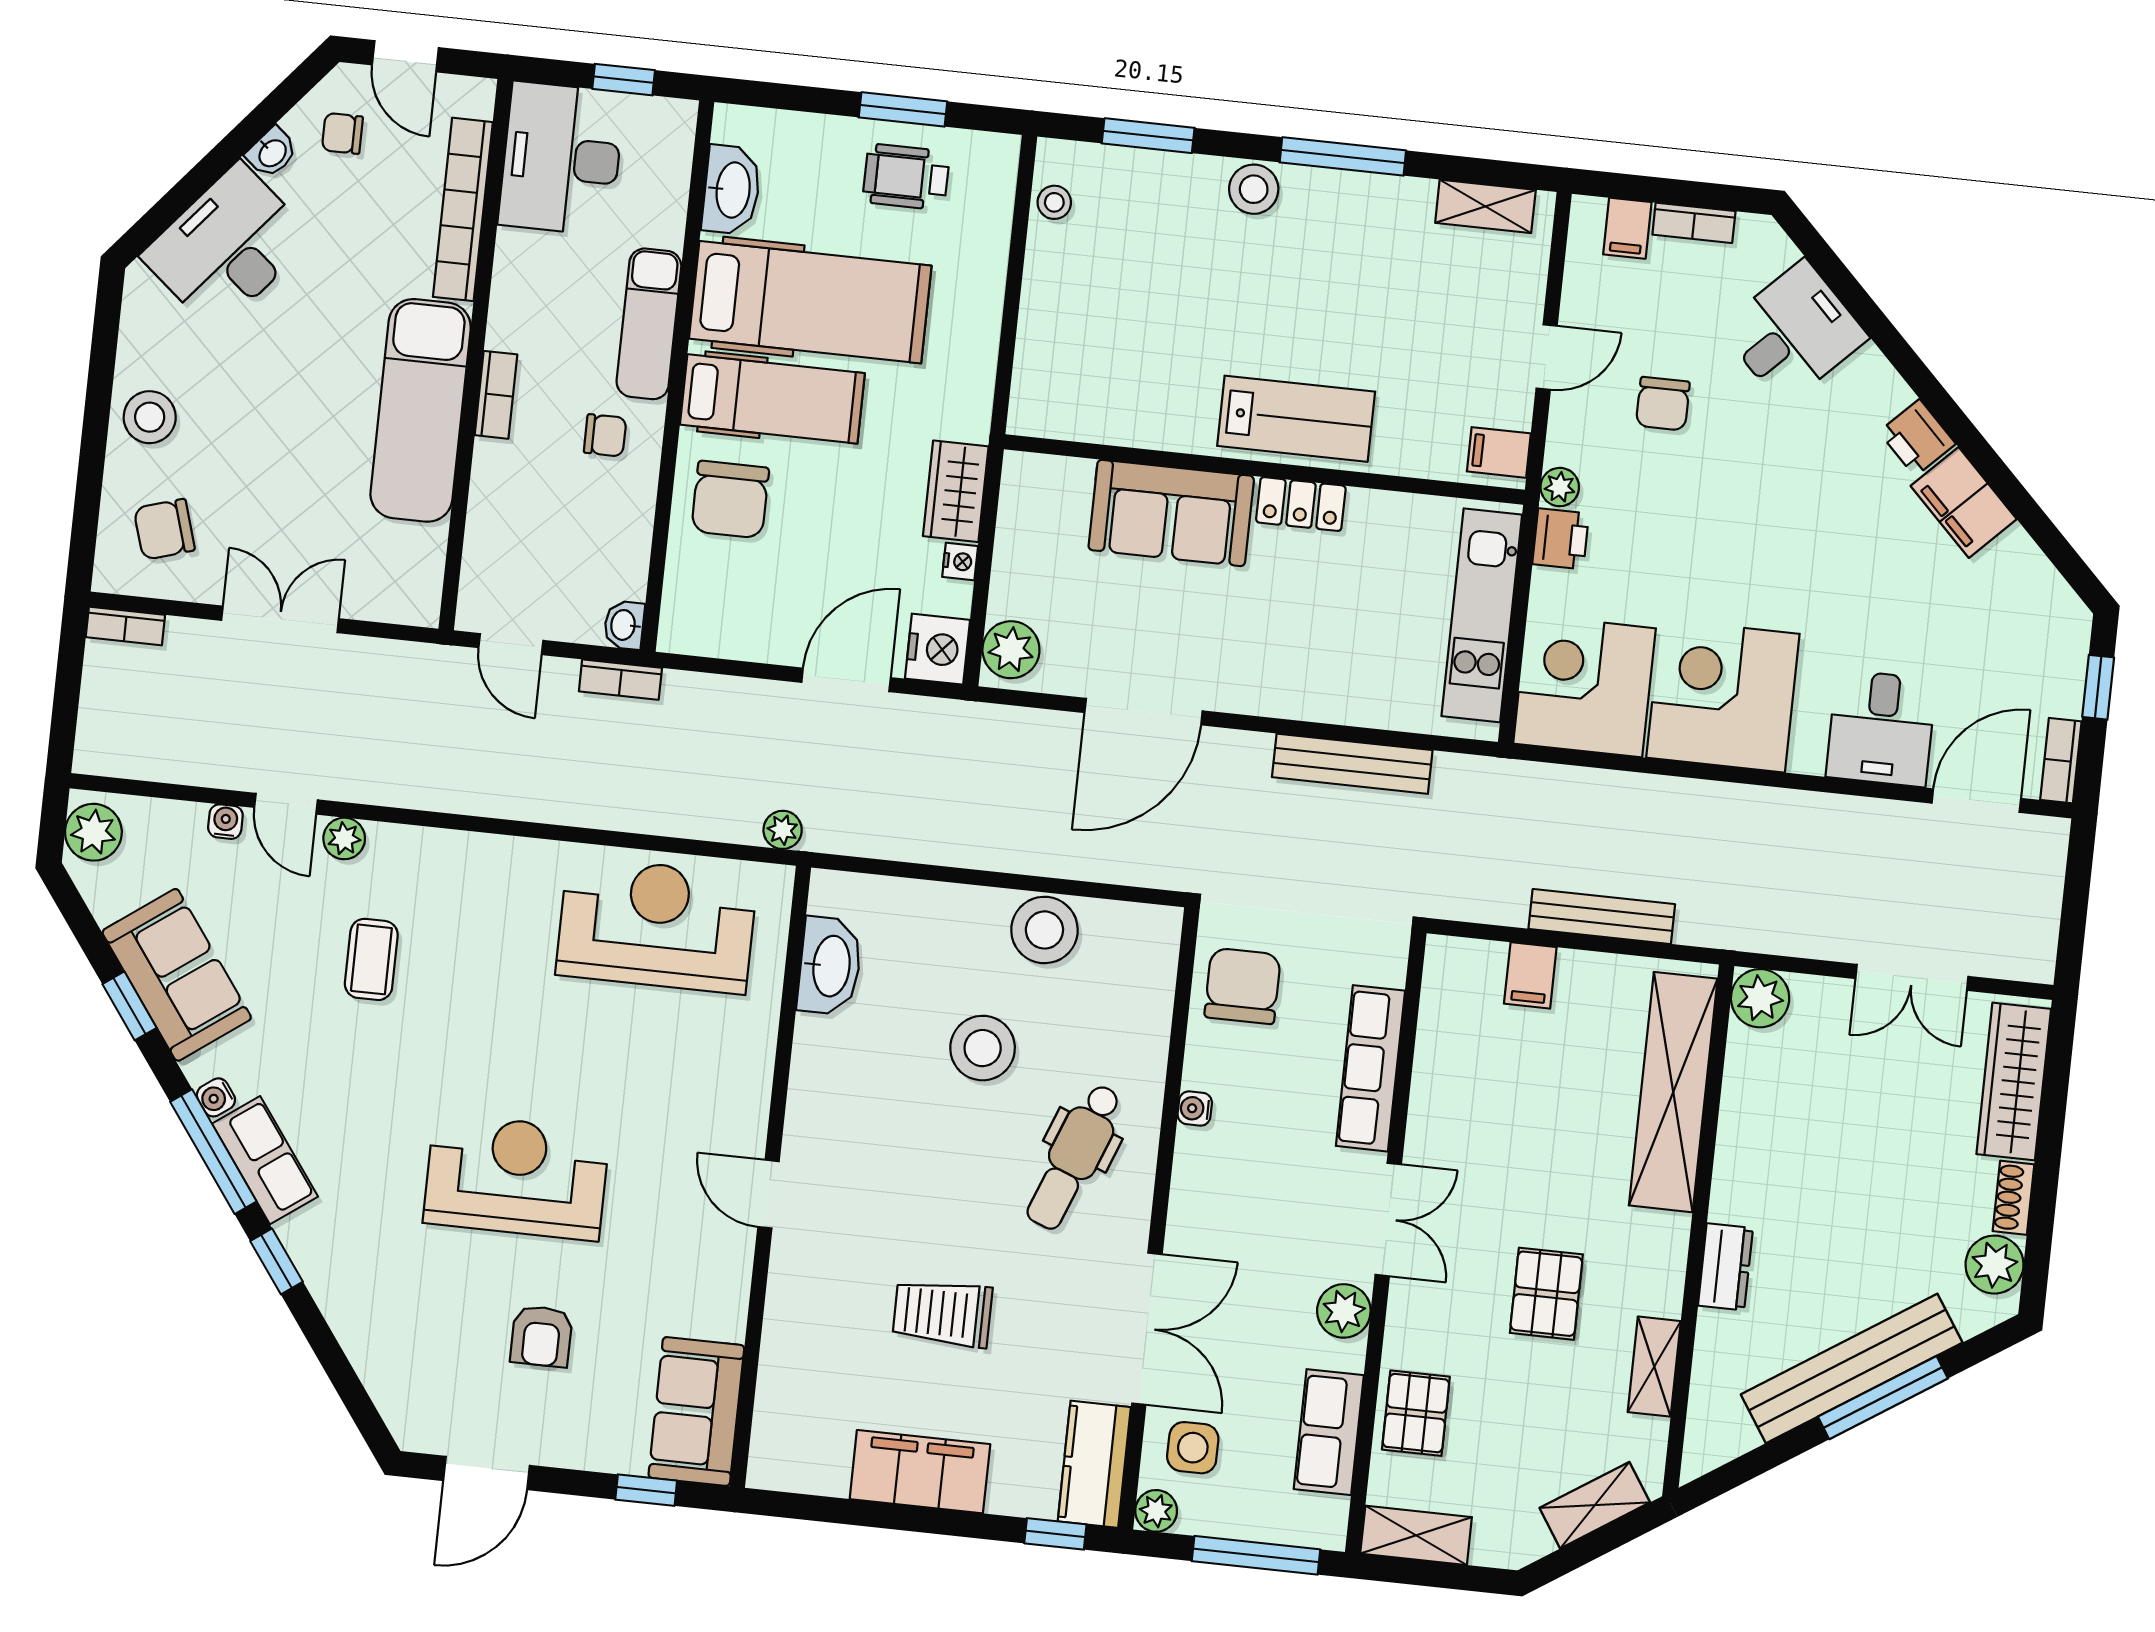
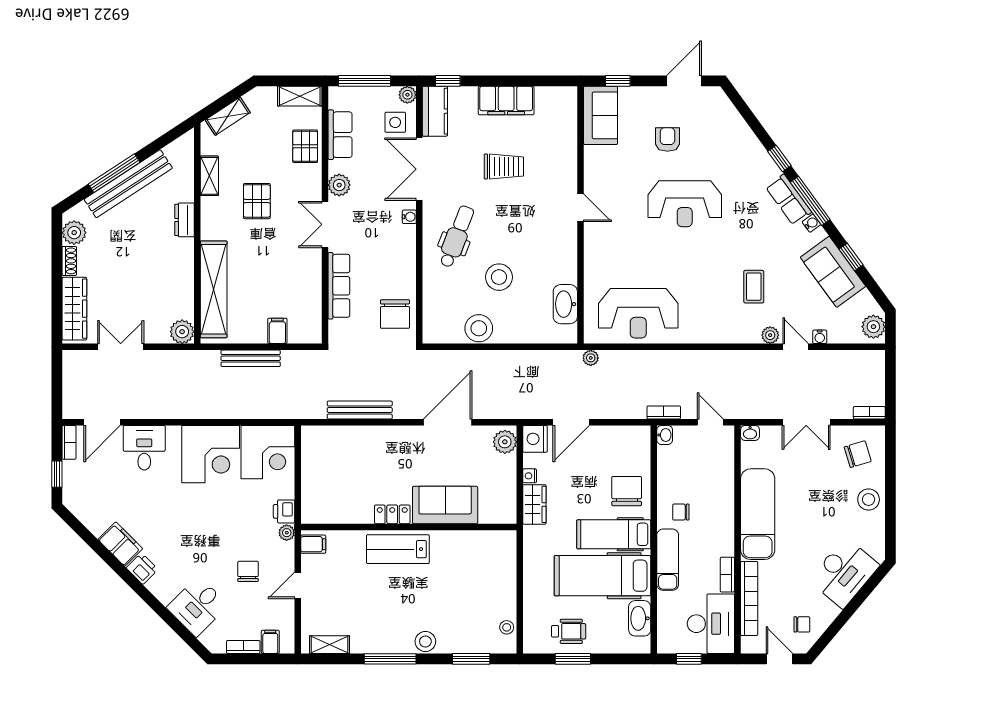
washbasin: (272, 152) -> (750, 433), moved, turned -130
bookcase: (496, 395) -> (727, 575), moved
kitchen unit: (1482, 615) -> (313, 477), removed
water cooler: (1195, 1109) -> (409, 217), moved

